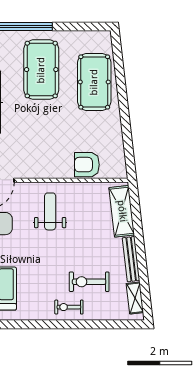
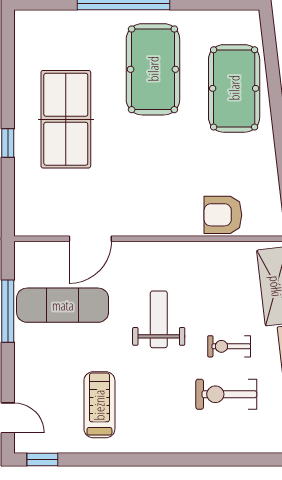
weight bench: (50, 211) -> (159, 319), moved
exercise bike: (69, 307) -> (229, 346), moved

